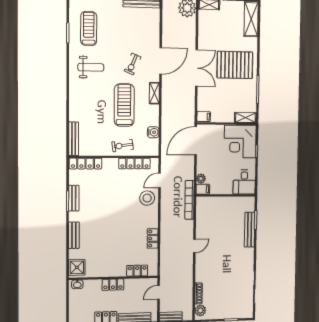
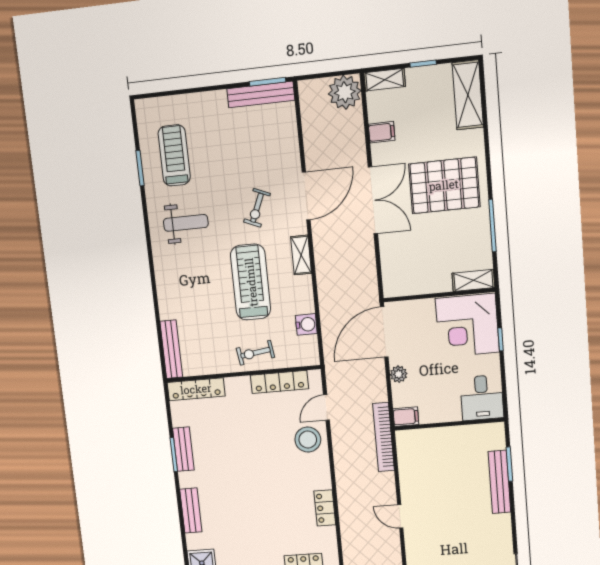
filing cabinet: (204, 117) -> (382, 132), moved
plant: (201, 179) -> (399, 374), moved
door: (194, 246) -> (400, 516), swing flipped

